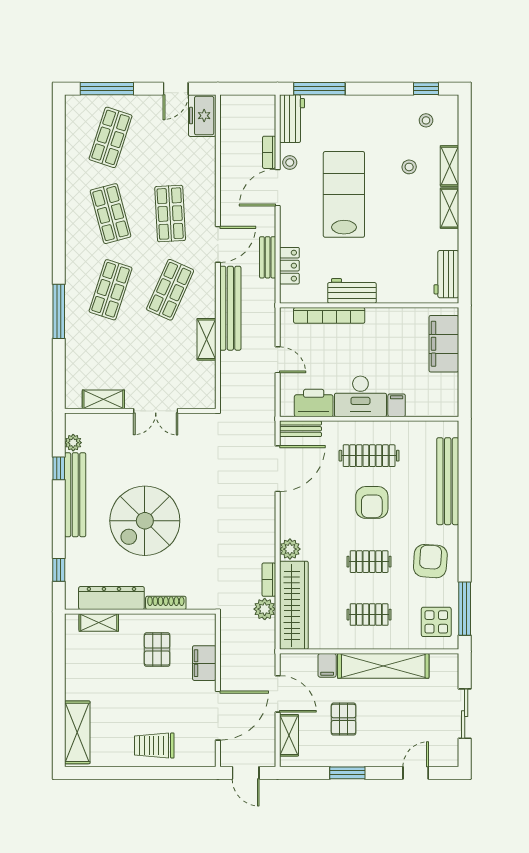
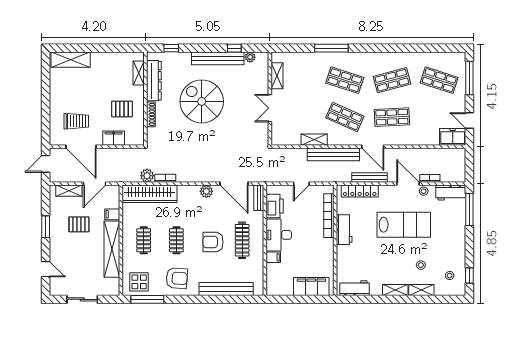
bench: (268, 257) -> (370, 177), width x1.36
locker: (289, 266) -> (360, 191), width x1.53
plant: (290, 549) -> (206, 191), moved
trolley: (154, 746) -> (76, 121), moved, turned 90

